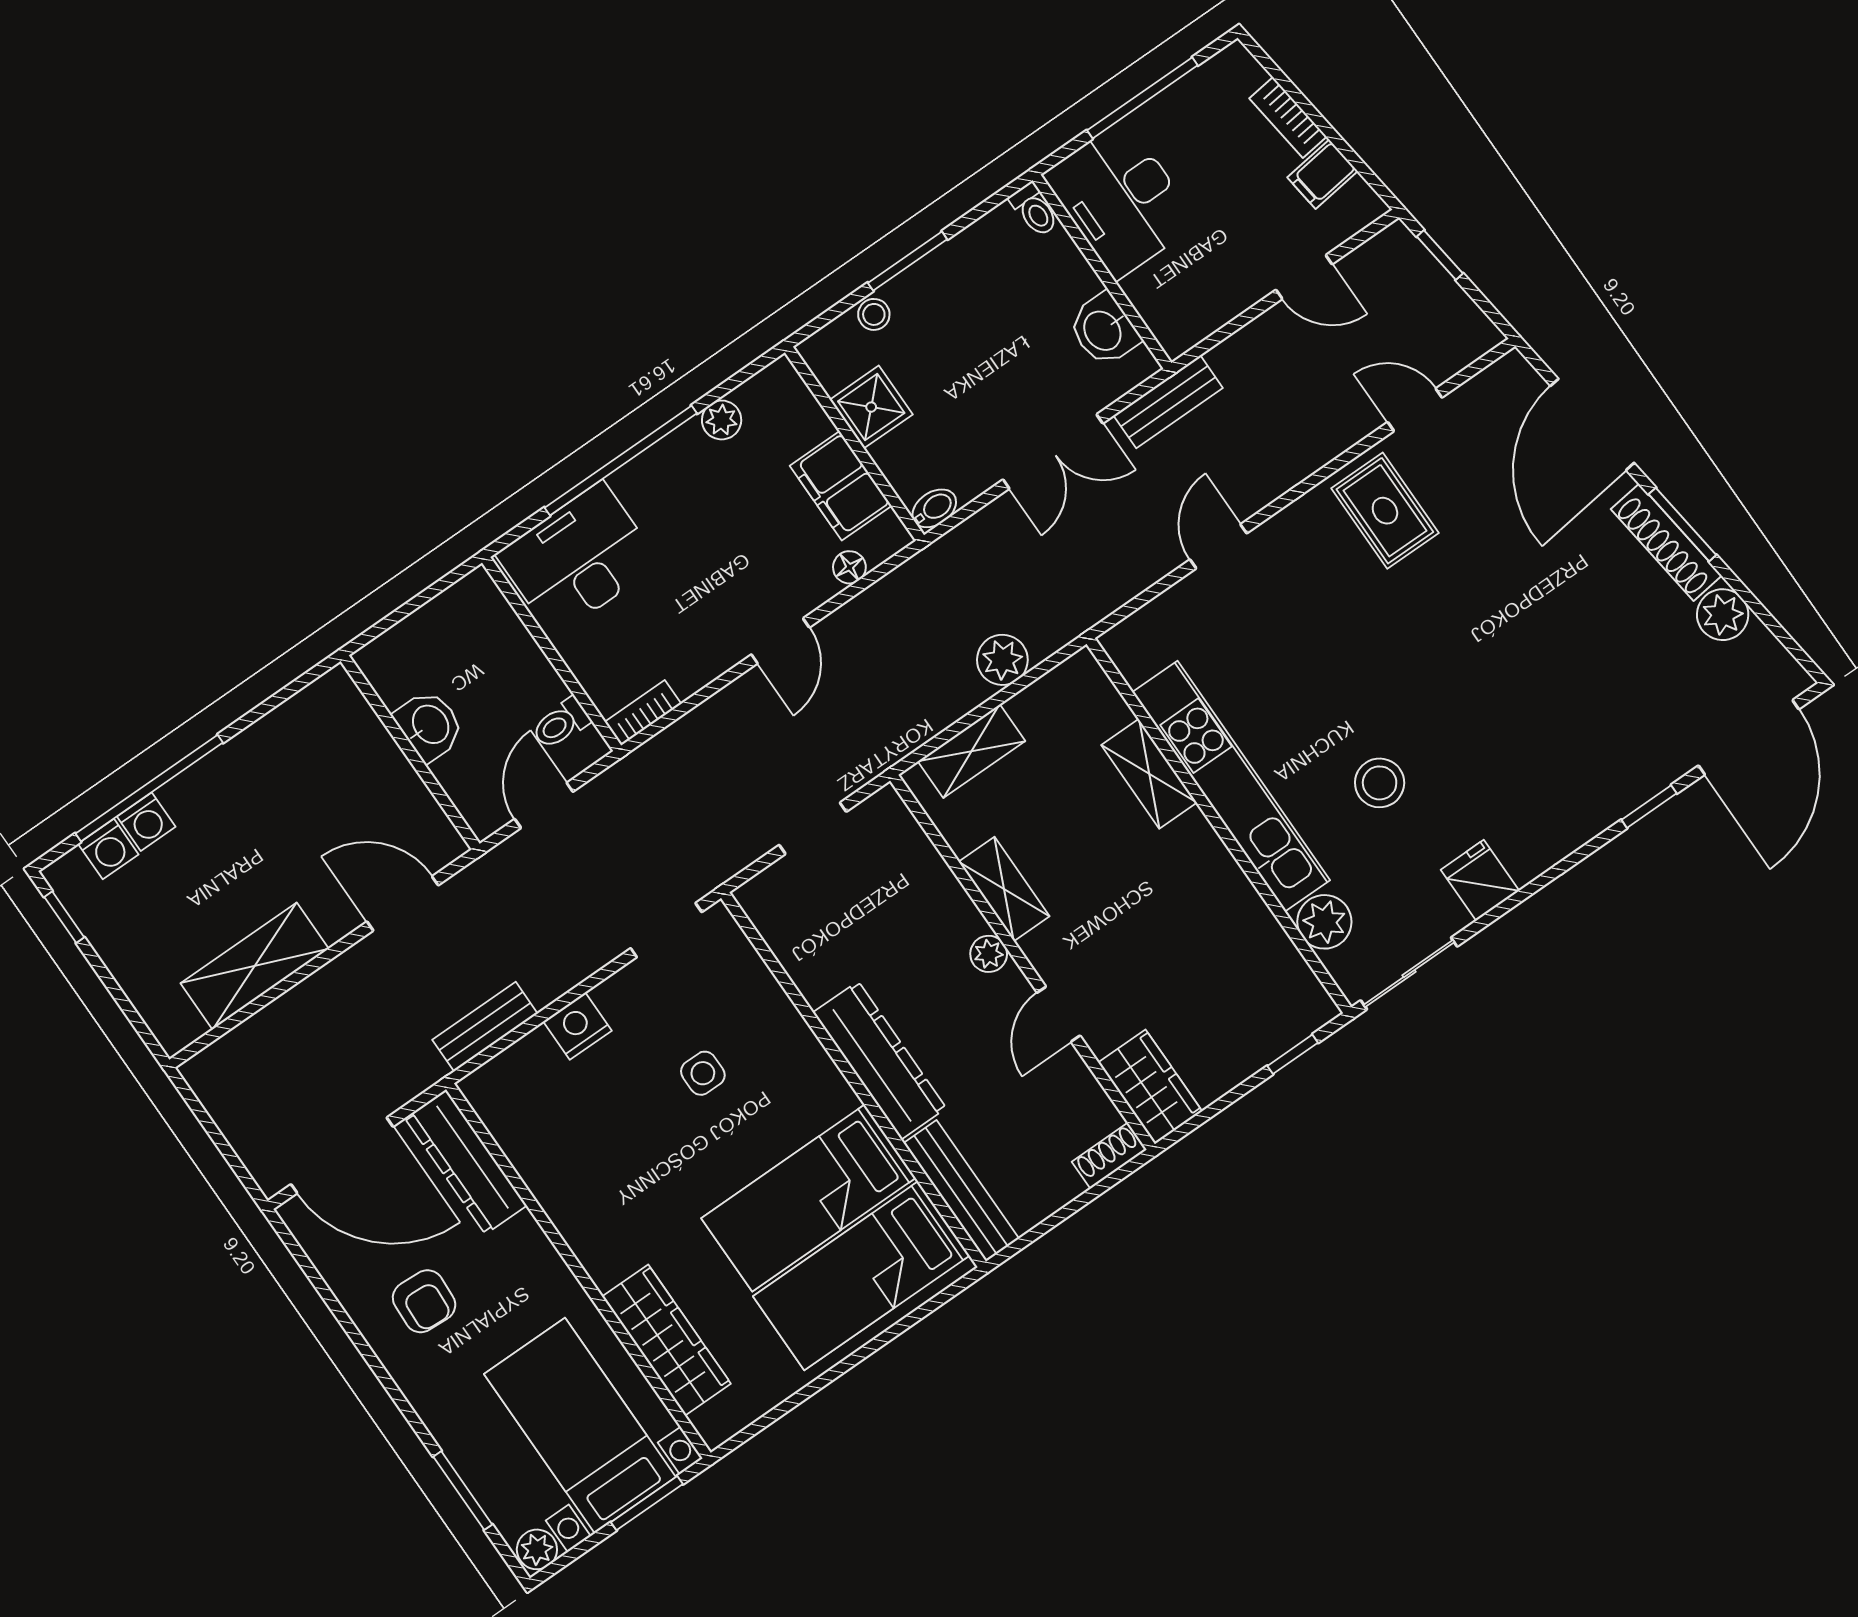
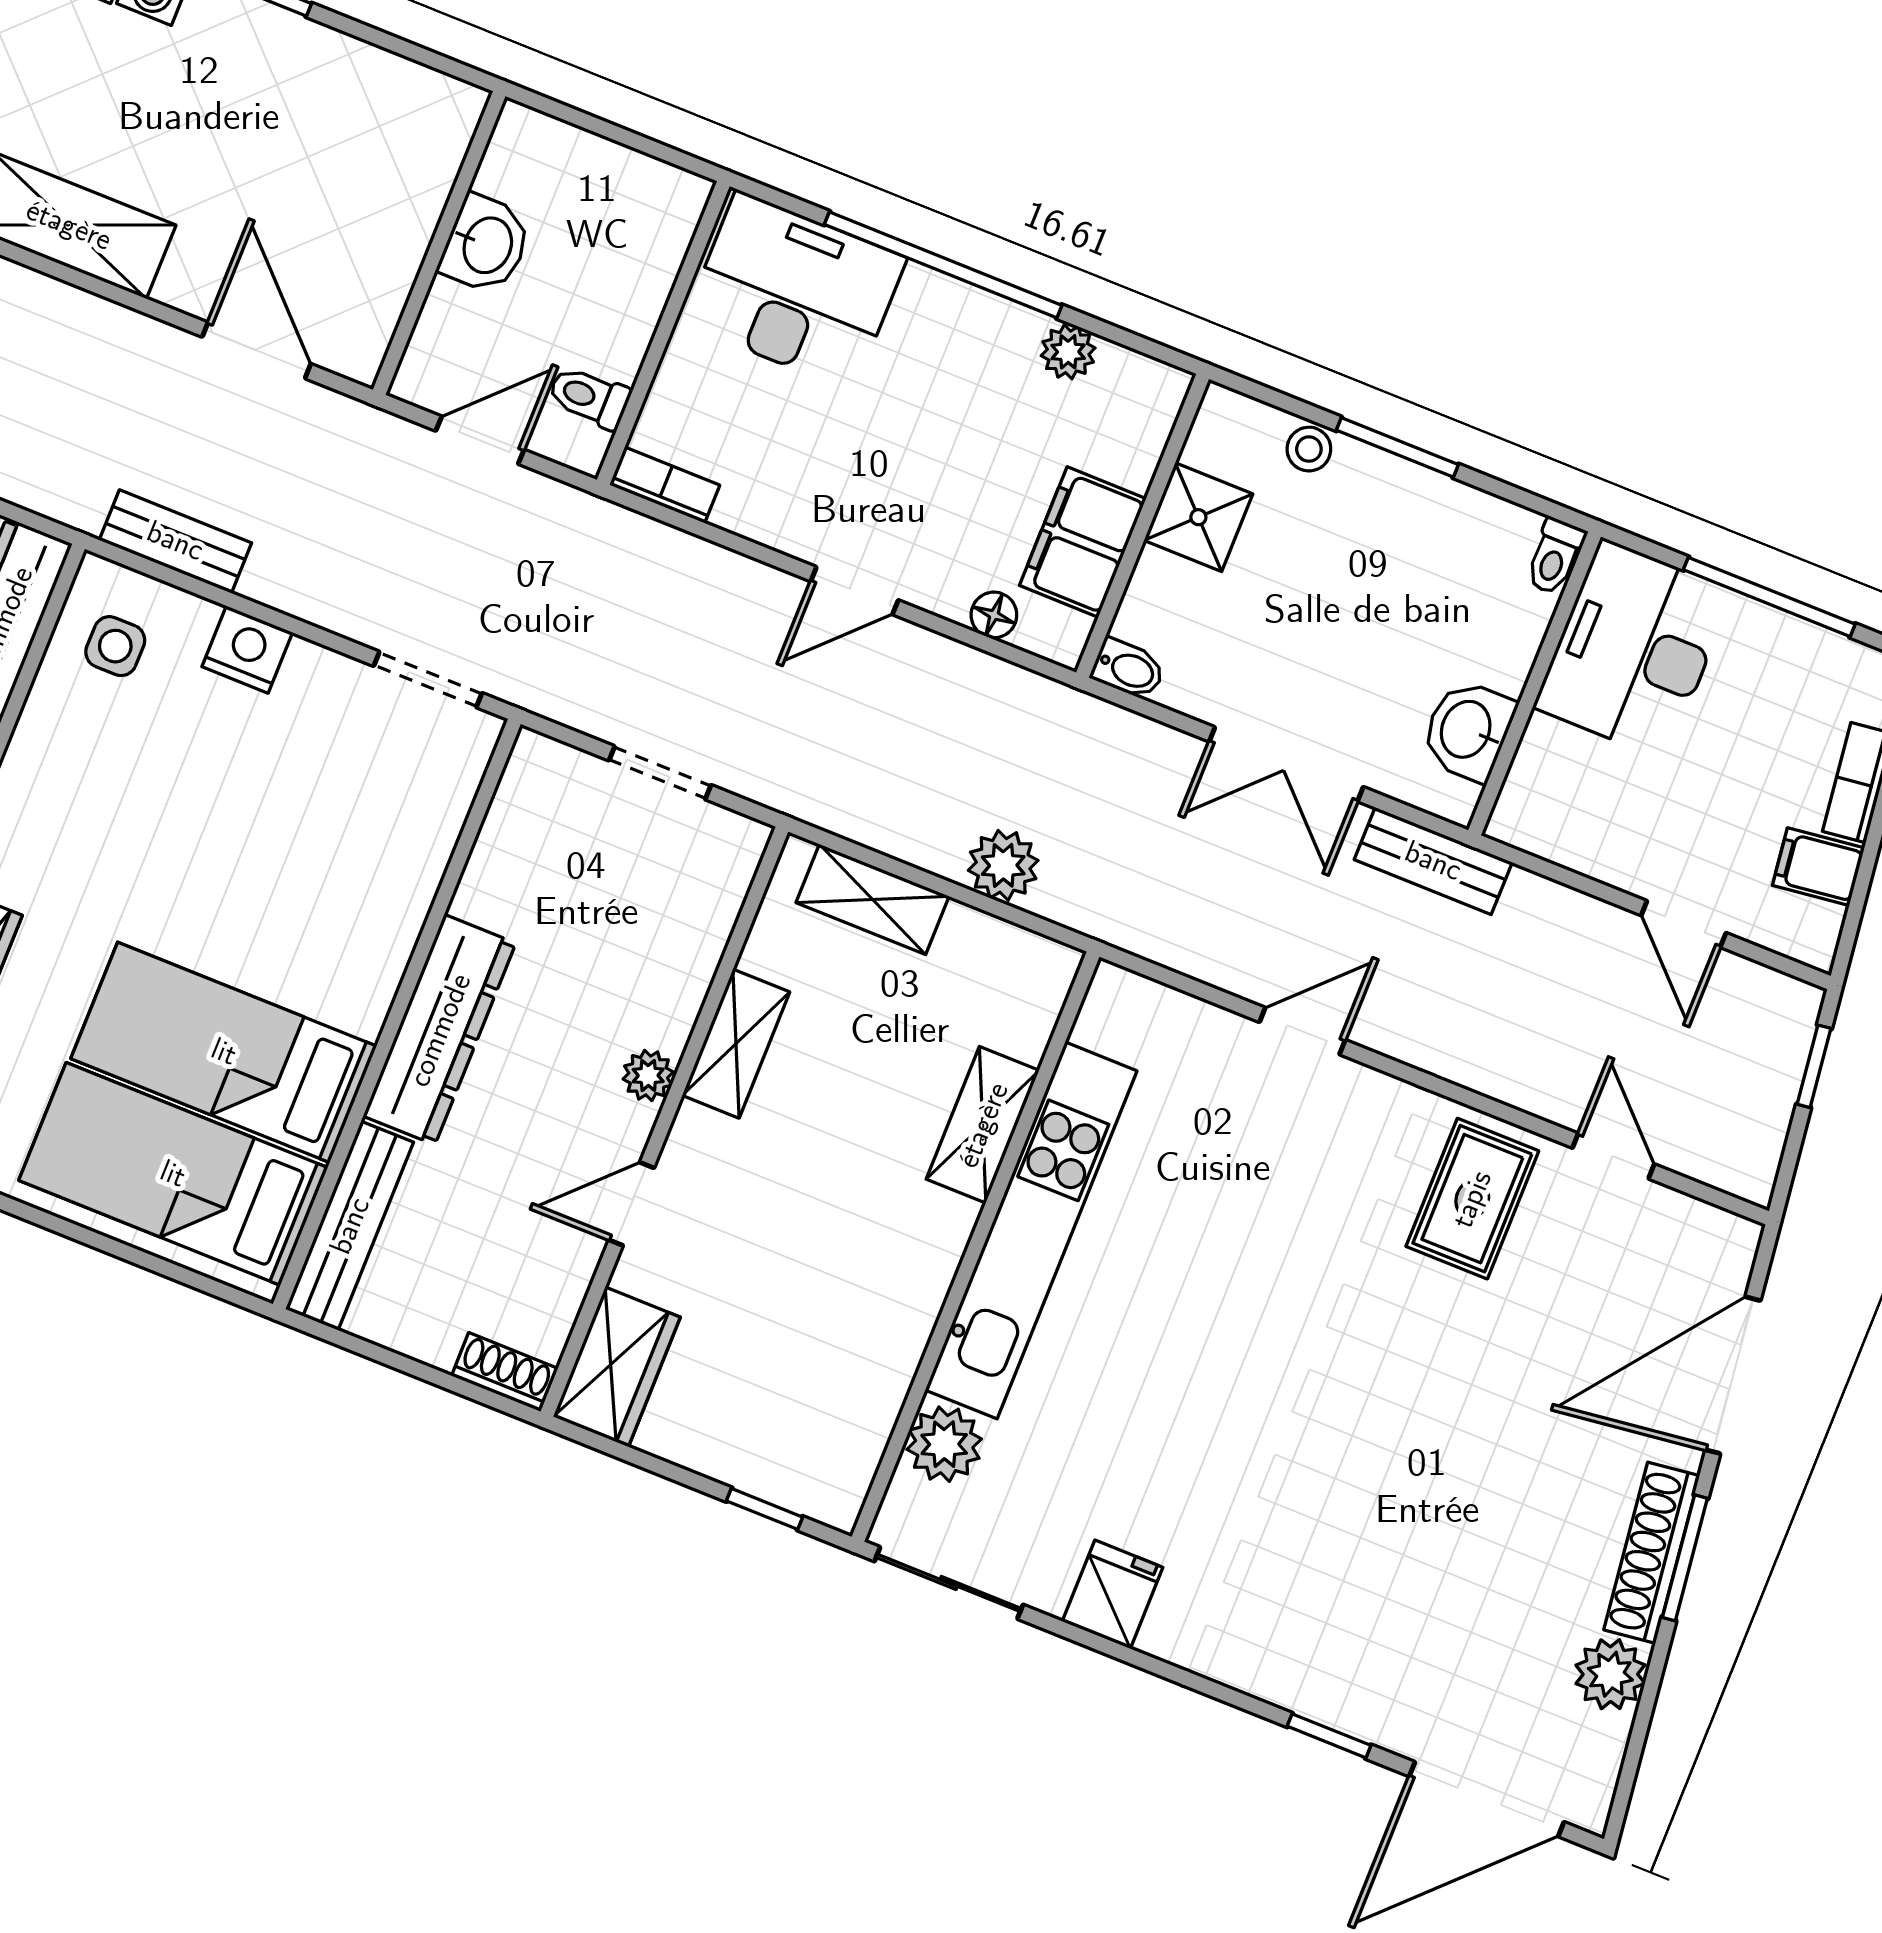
stool: (1380, 783) -> (1149, 1402), removed
side table: (703, 1073) -> (115, 646), moved

